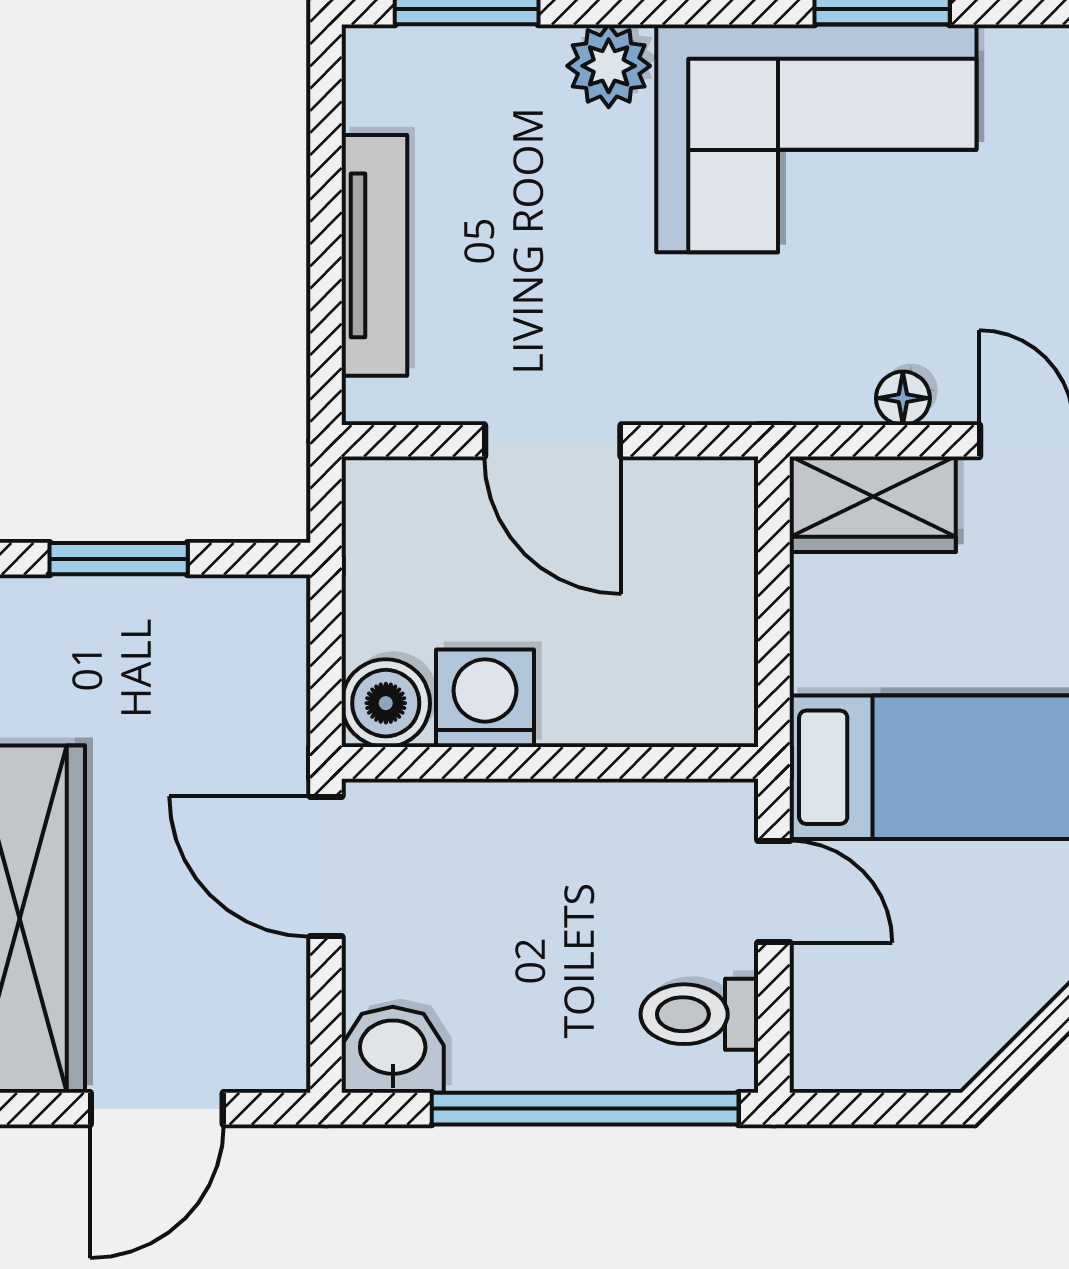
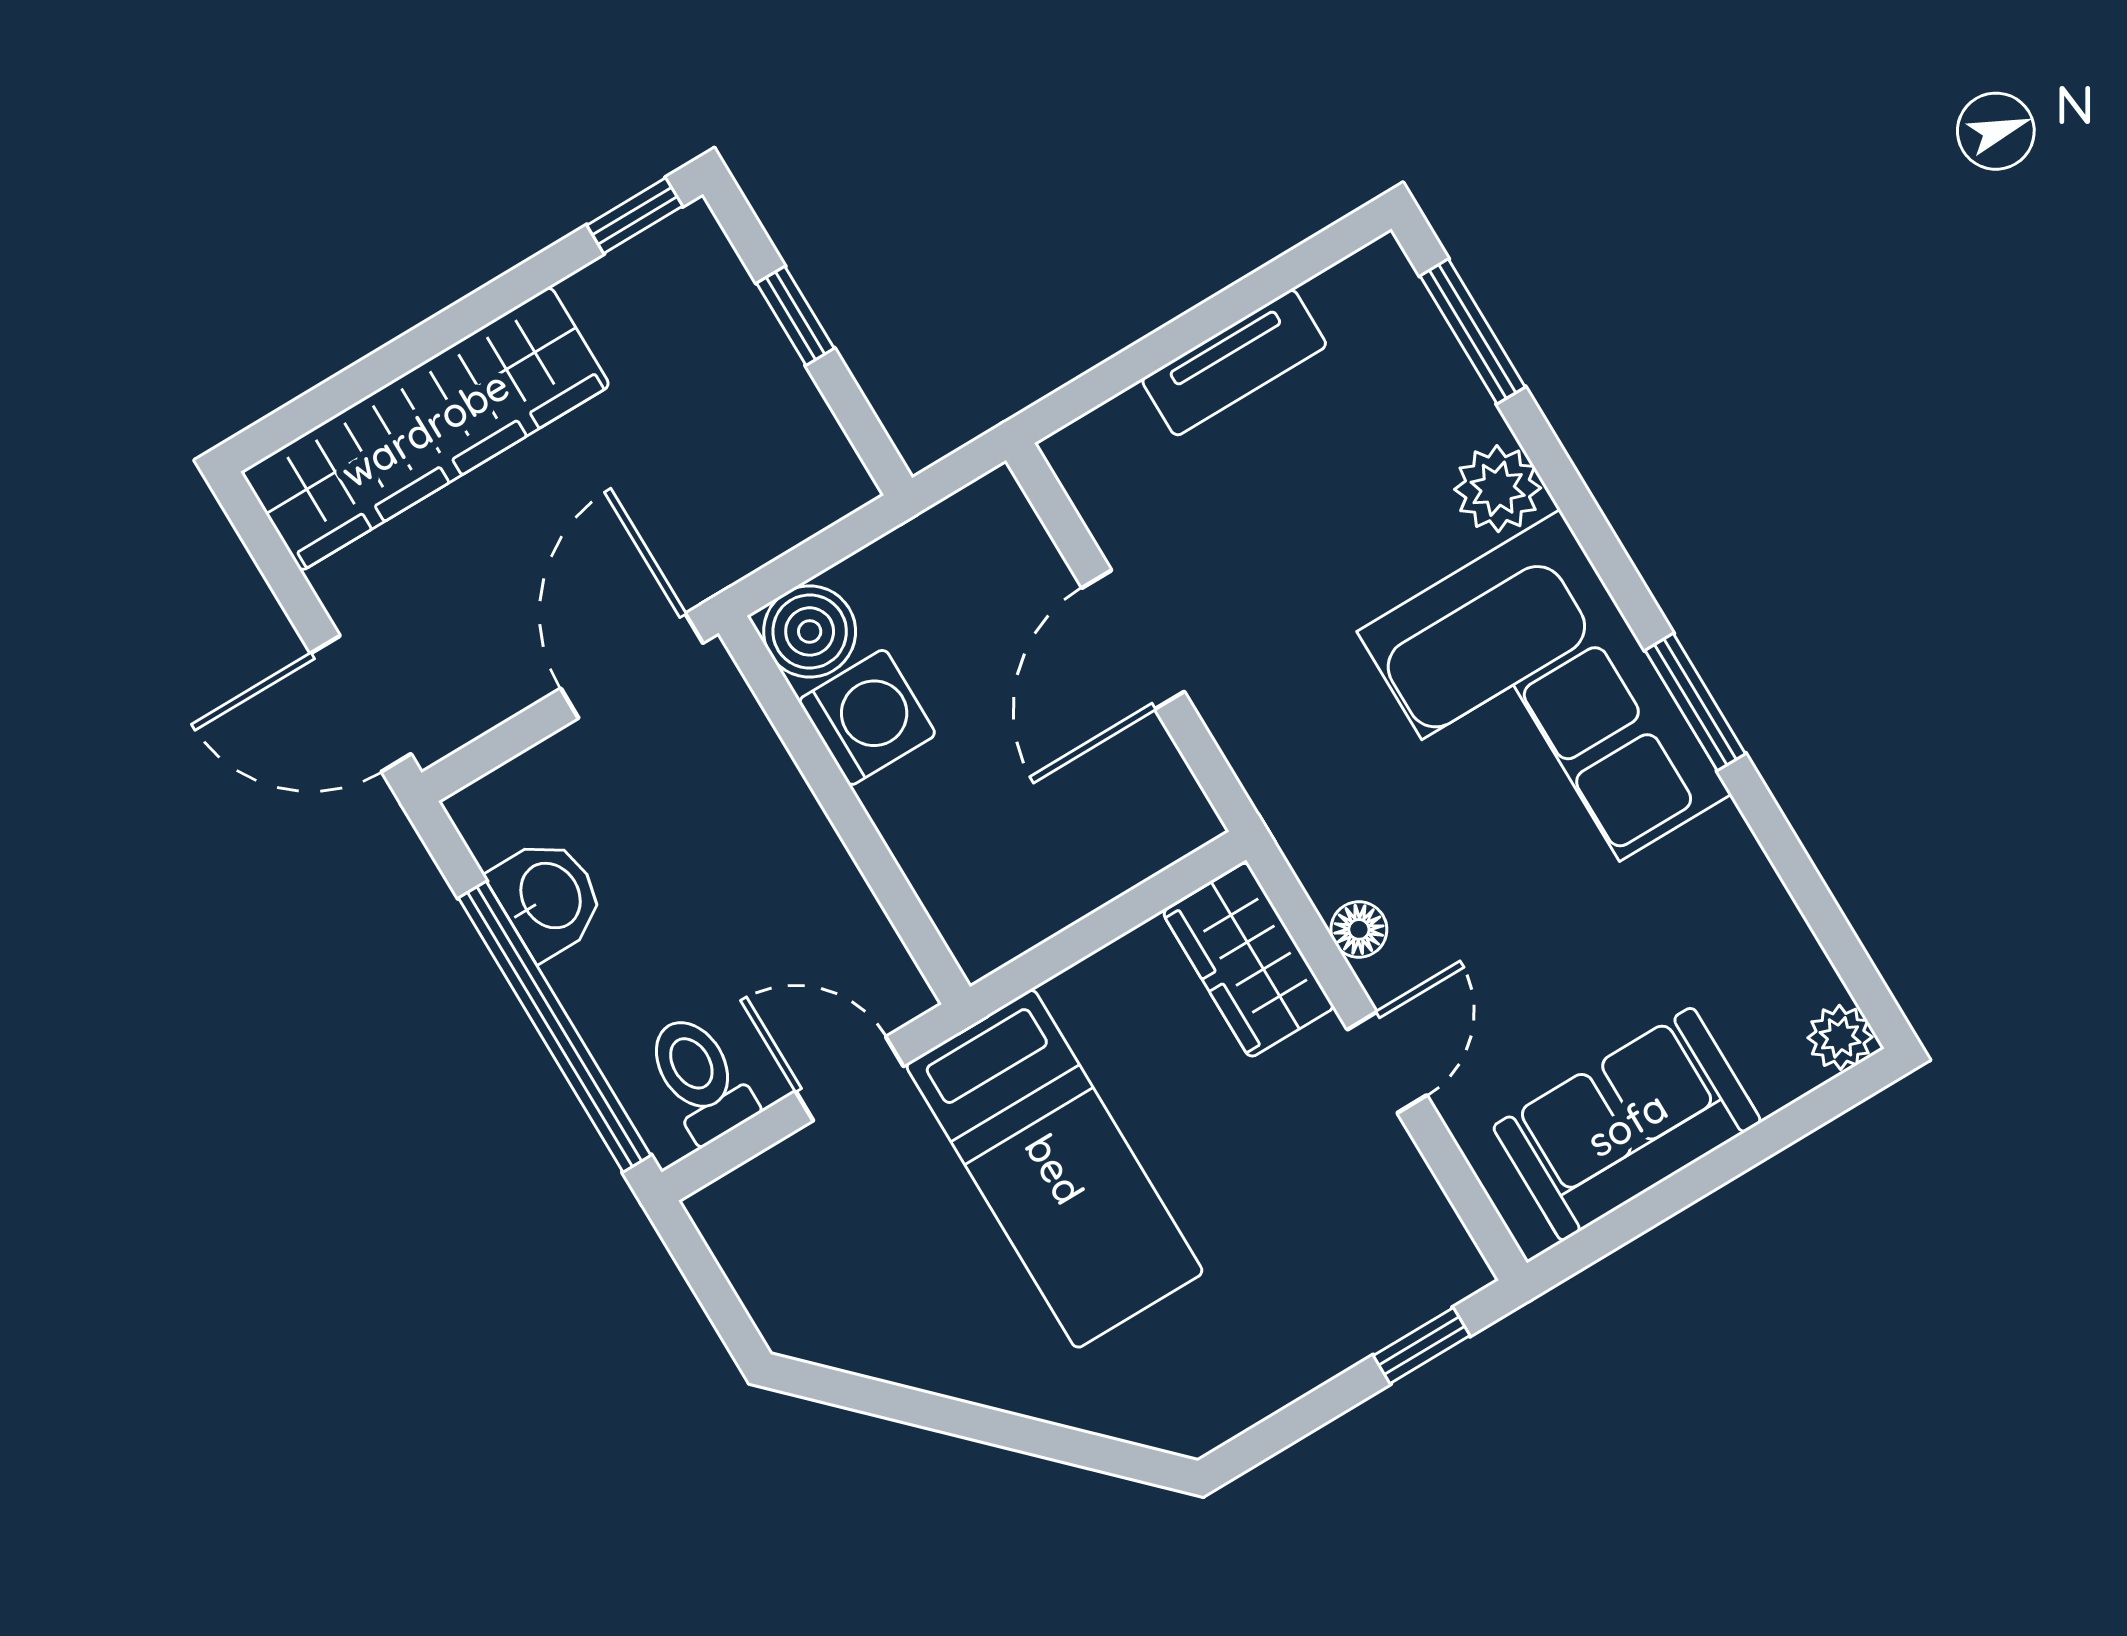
tv unit: (374, 255) -> (1234, 363), width x0.71
window: (119, 559) -> (795, 316), width x0.67
door: (774, 892) -> (850, 1079), swing flipped
washbasin: (393, 1050) -> (548, 897), moved
door: (157, 1109) -> (361, 704), moved

